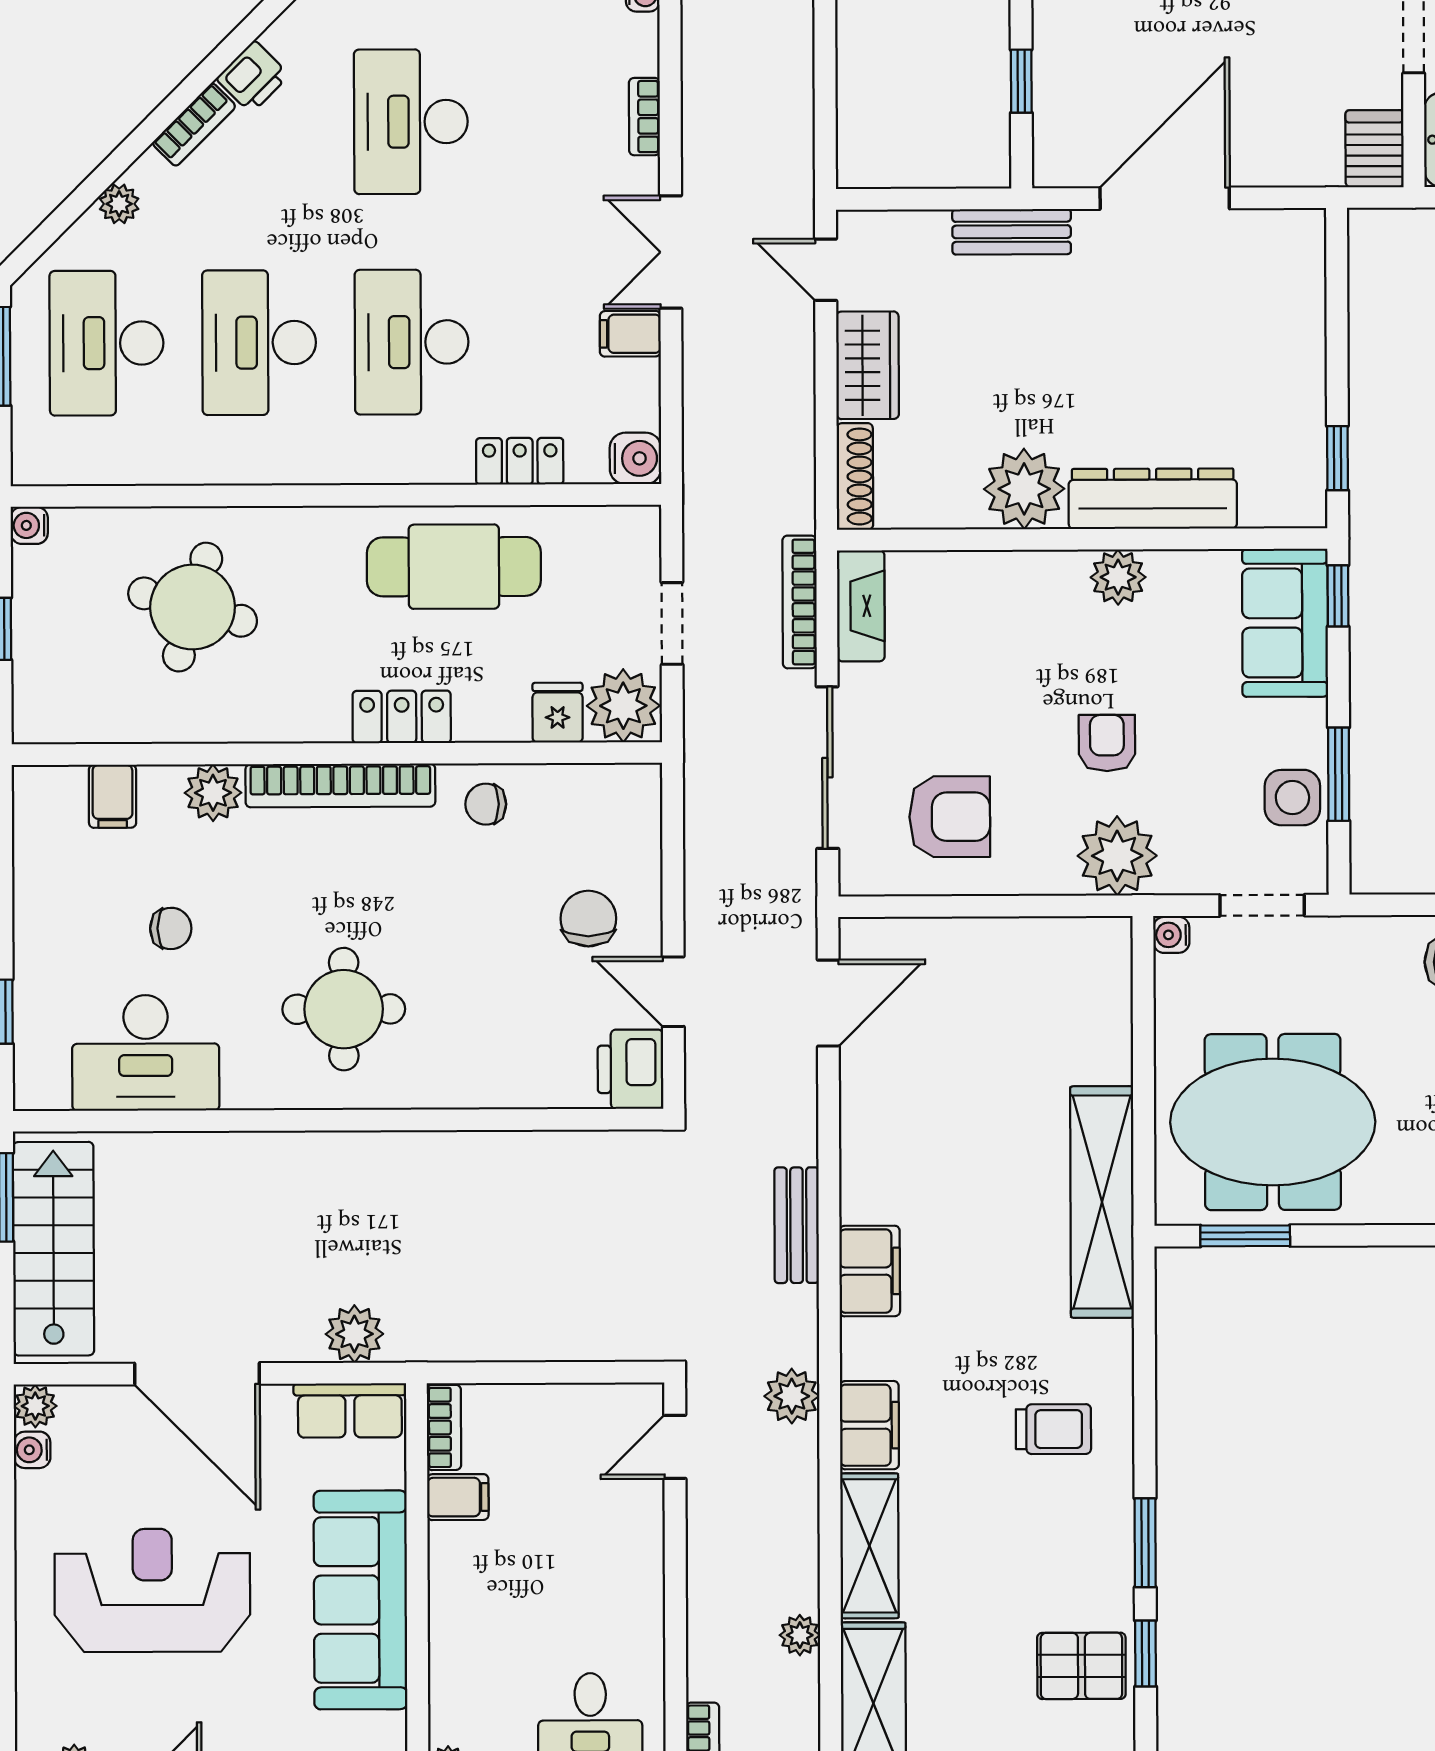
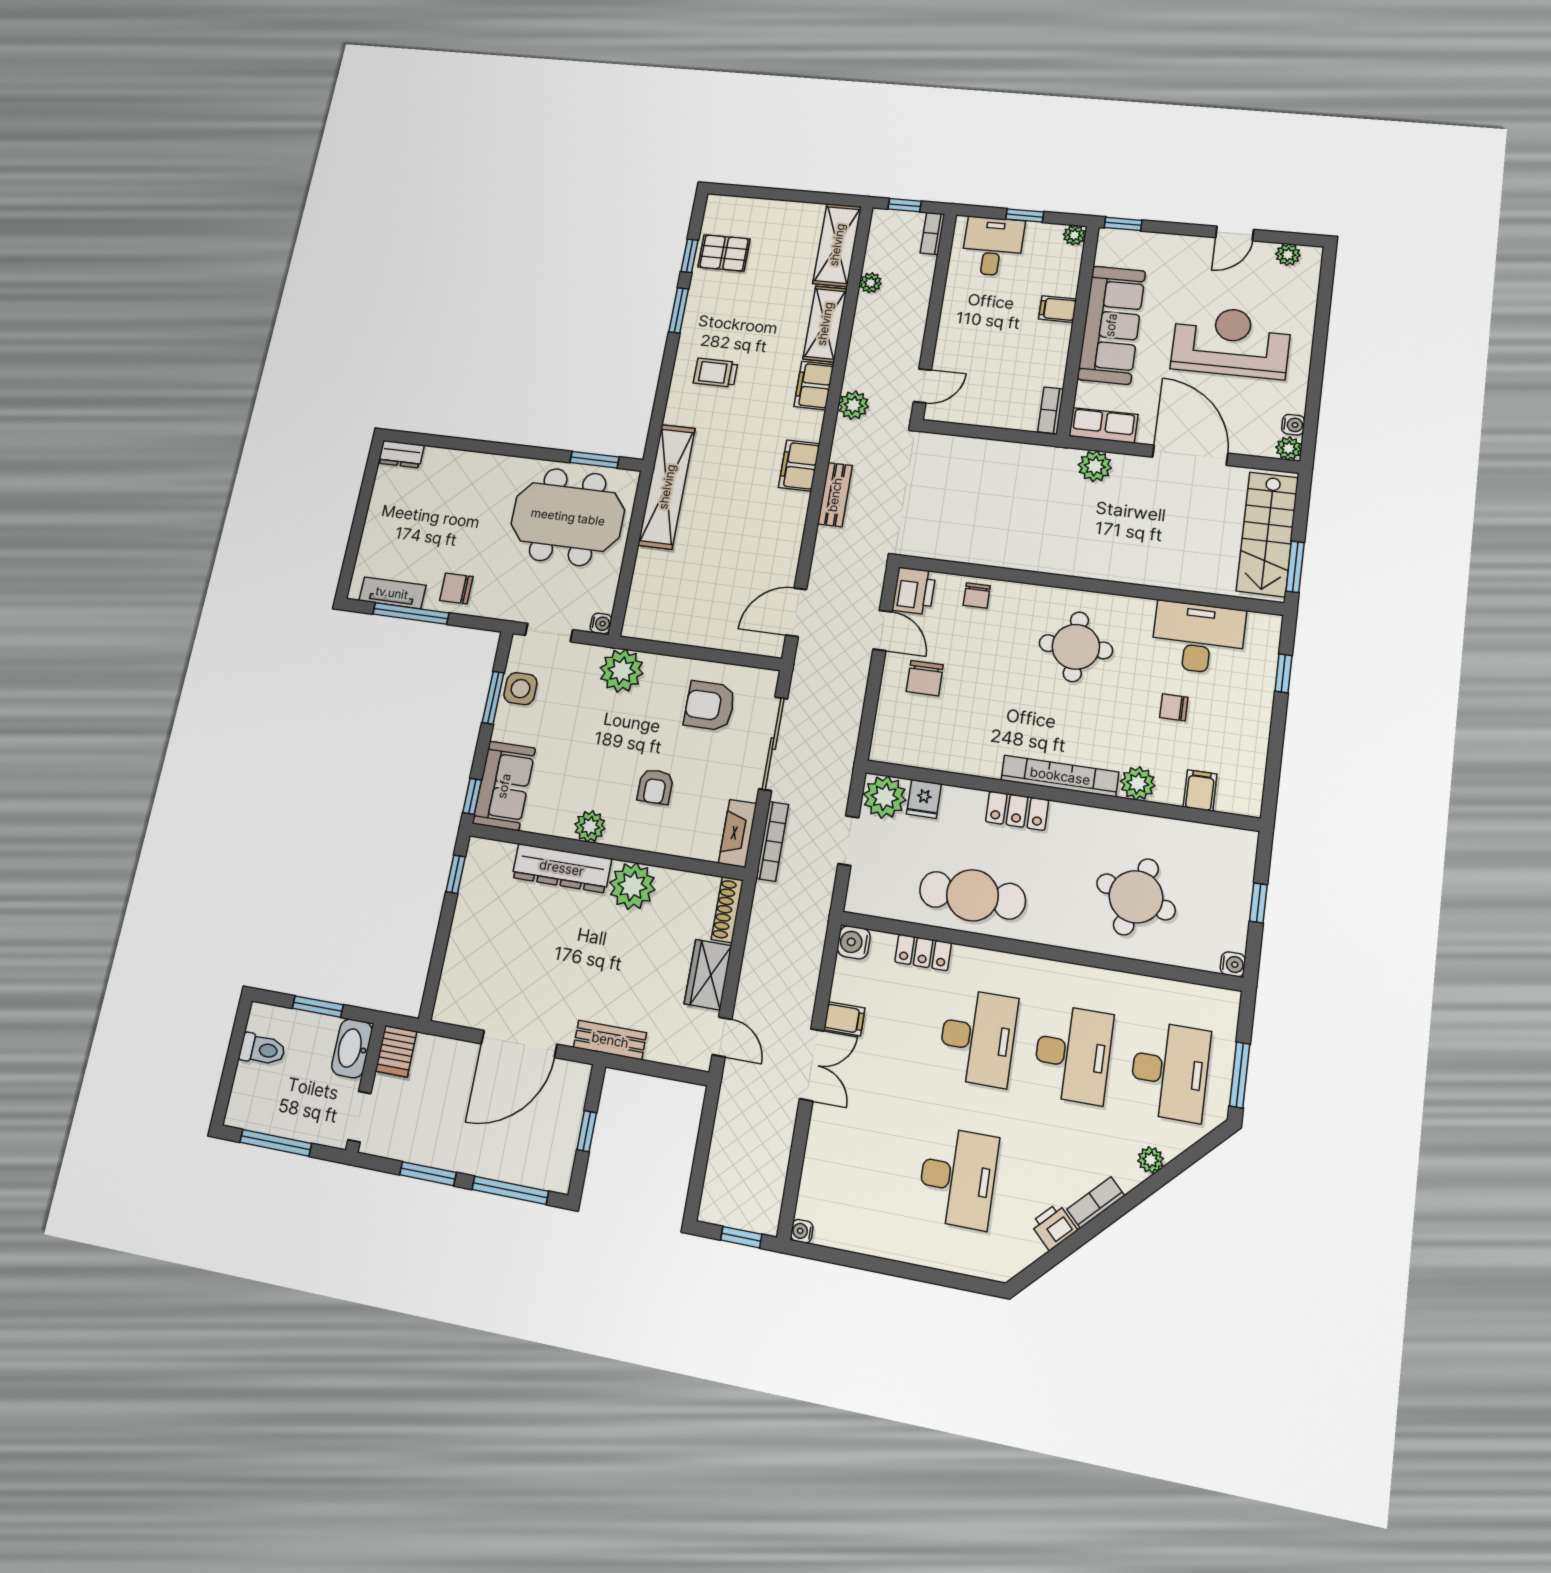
bookcase: (644, 117) -> (814, 1153), removed
armchair: (1107, 743) -> (655, 787), moved
chair: (486, 804) -> (977, 596), moved, turned 90
filing cabinet: (458, 1497) -> (1058, 309), moved
reception desk: (152, 1590) -> (1231, 342), turned 180

